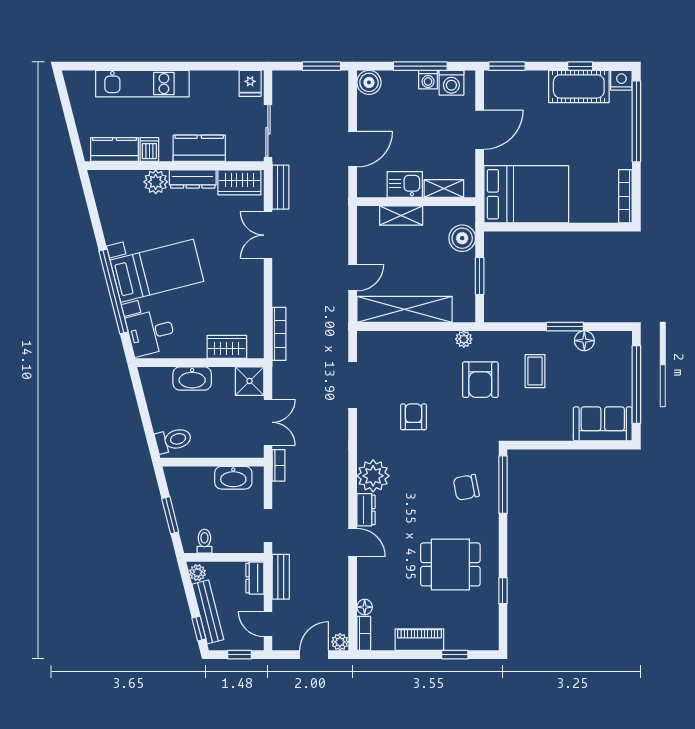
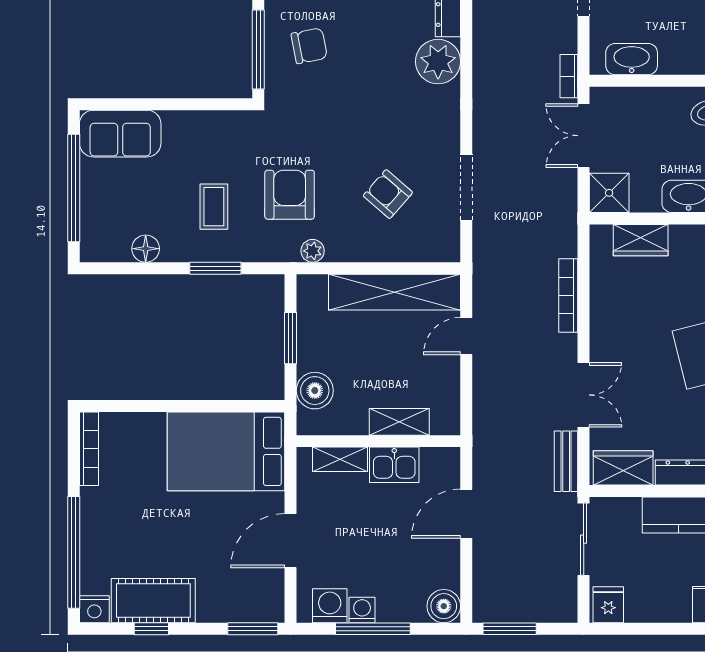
window: (565, 327) -> (215, 268), moved
bookcase: (279, 334) -> (568, 295), moved
armchair: (414, 417) -> (388, 194), moved, turned 131

